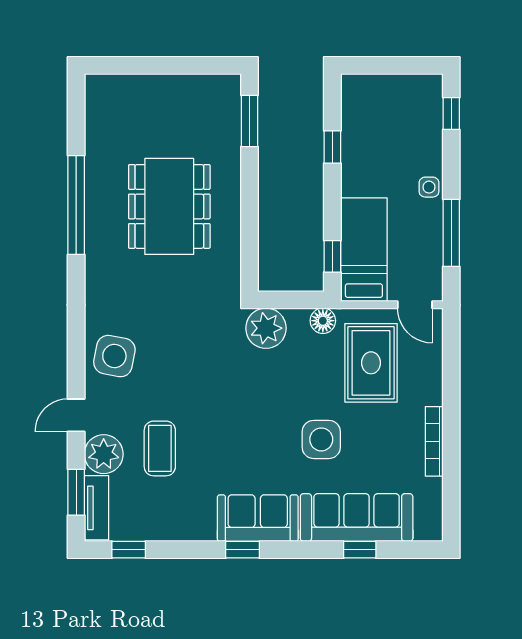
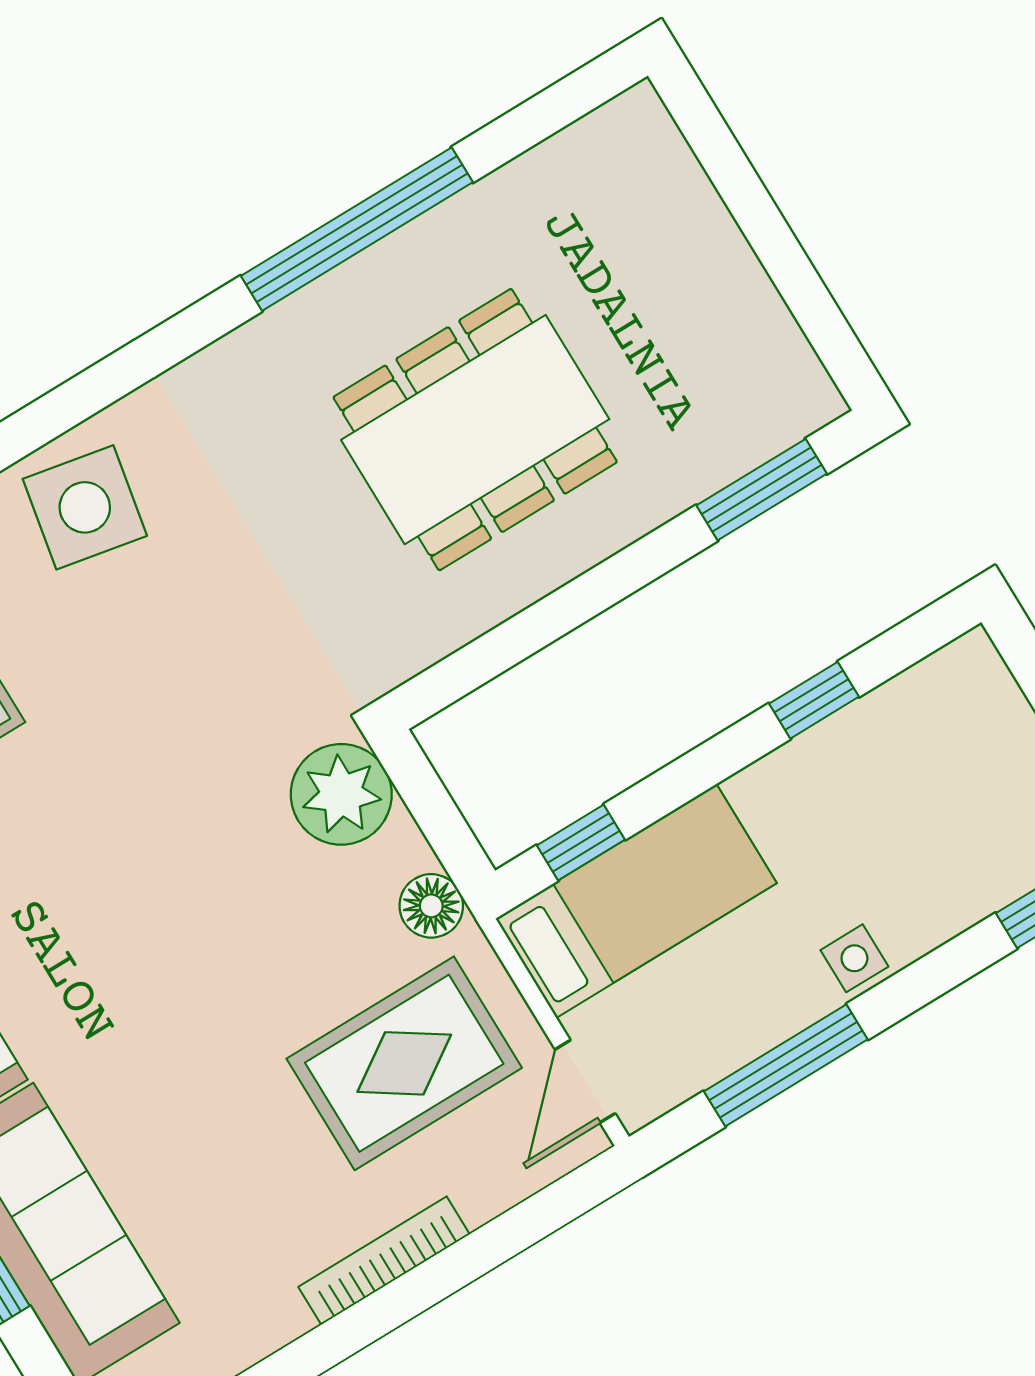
side table: (321, 439) -> (176, 1057), removed
bookcase: (434, 441) -> (384, 1261), moved

